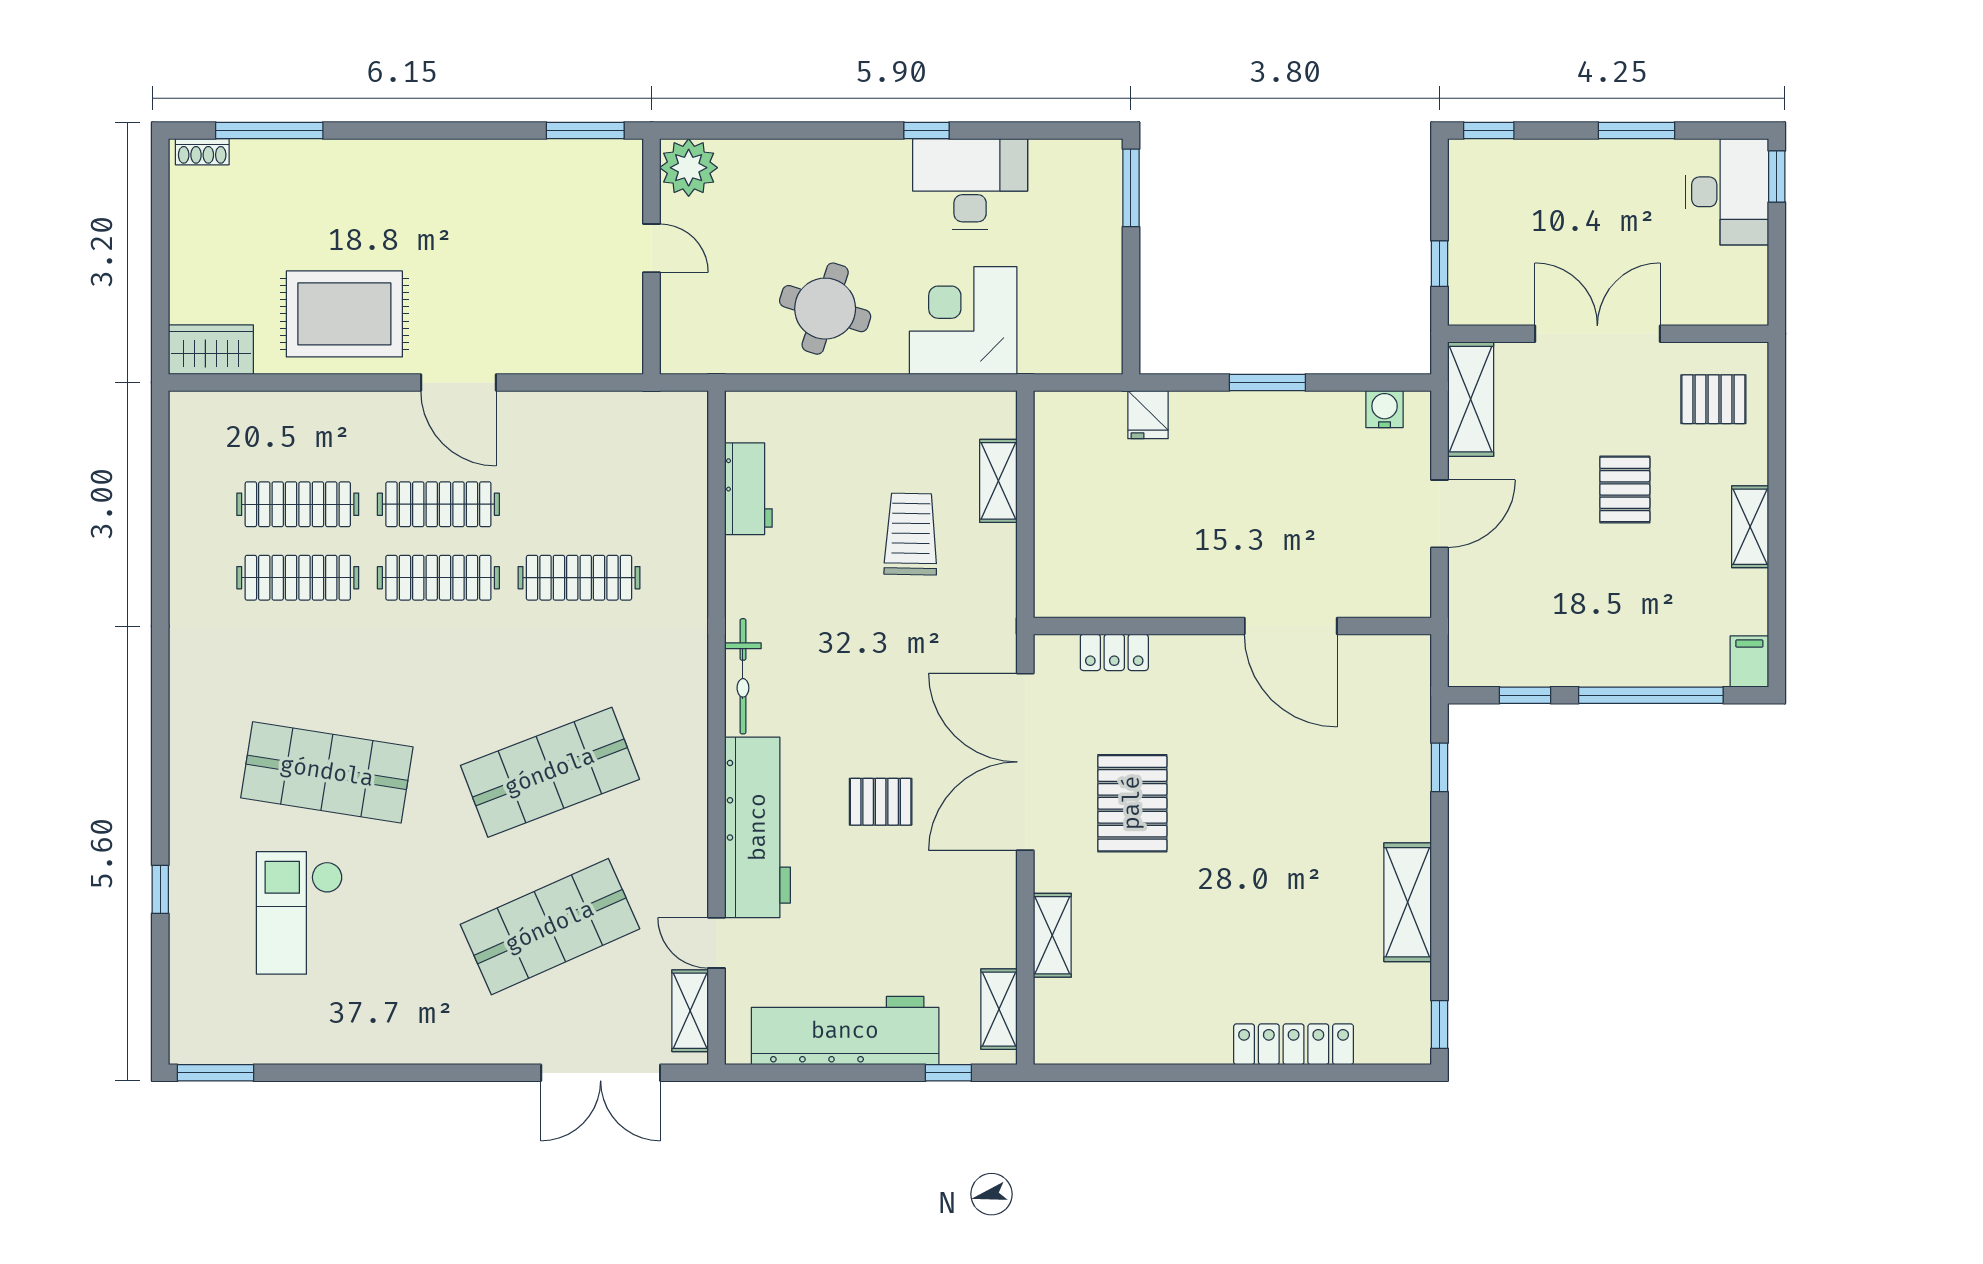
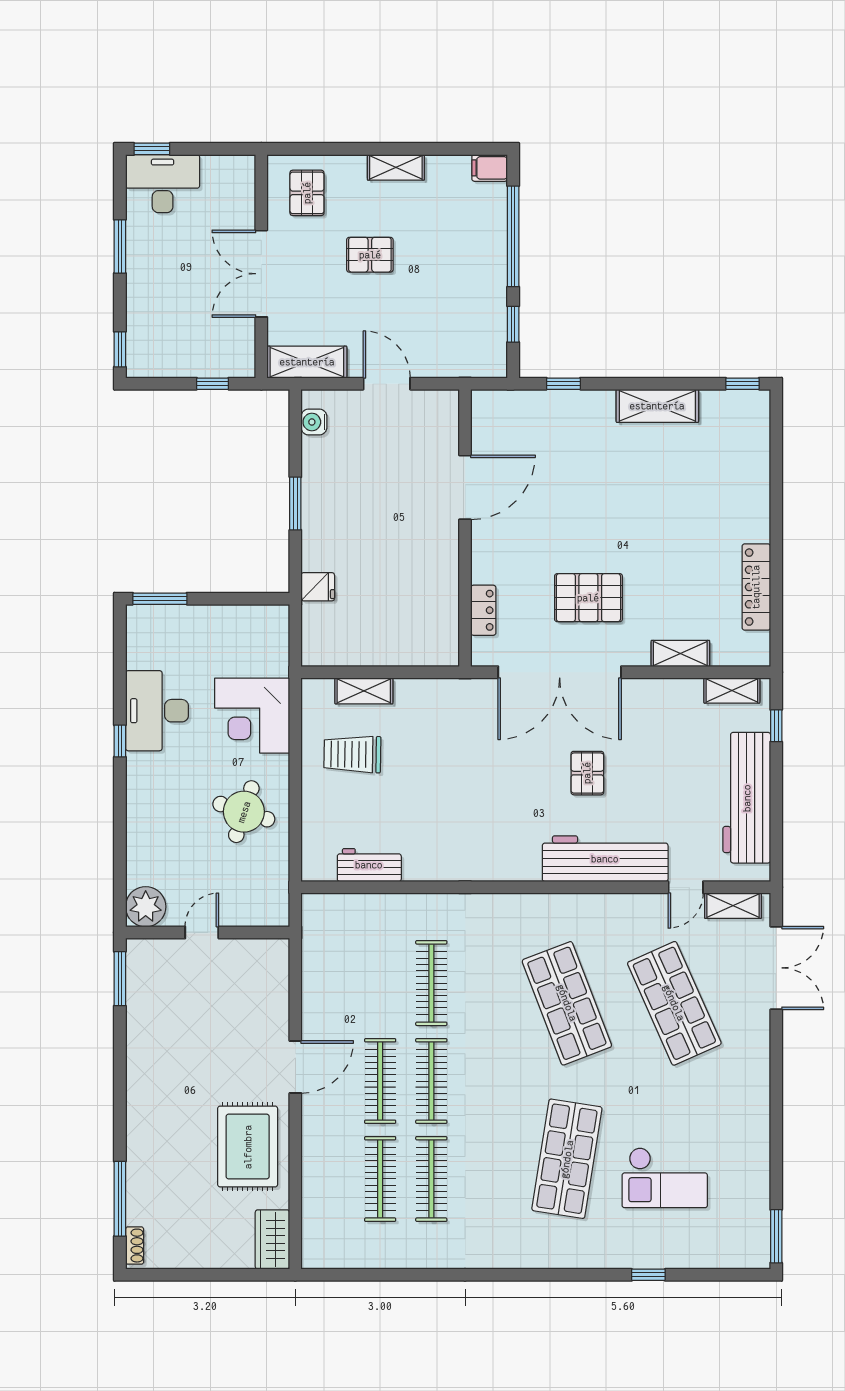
trolley: (911, 534) -> (352, 754), moved
bicycle: (743, 676) -> (500, 869), removed
locker: (1294, 1044) -> (756, 587), moved

